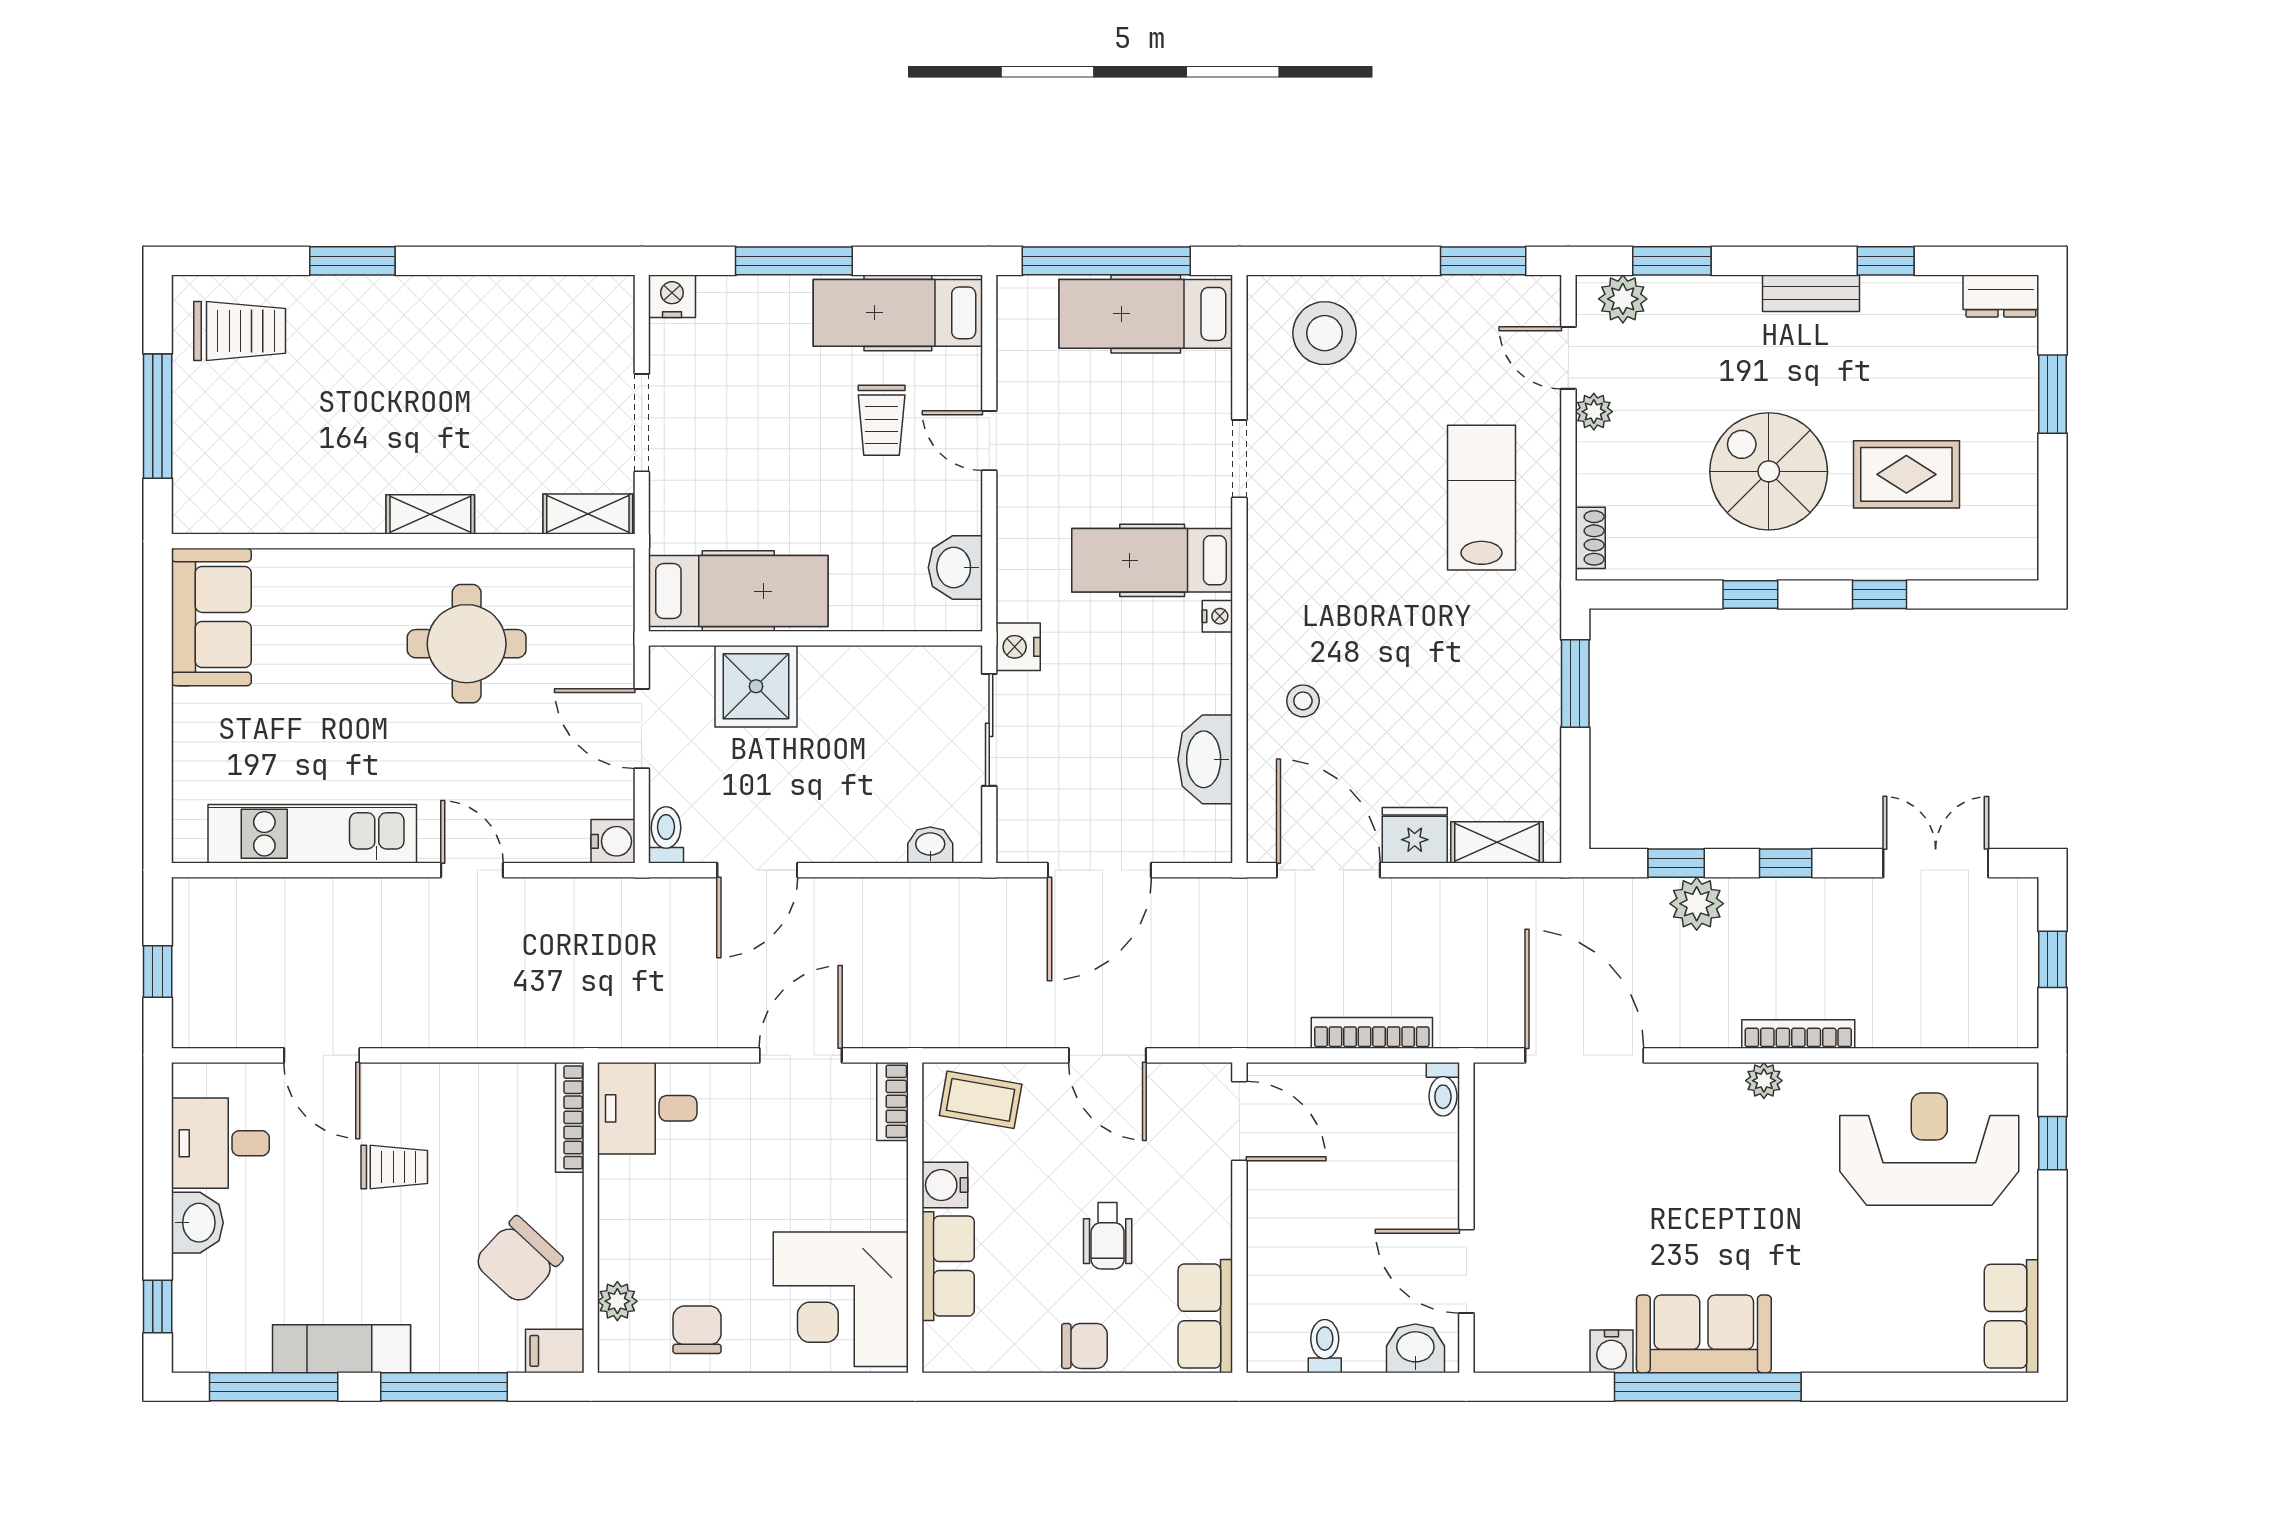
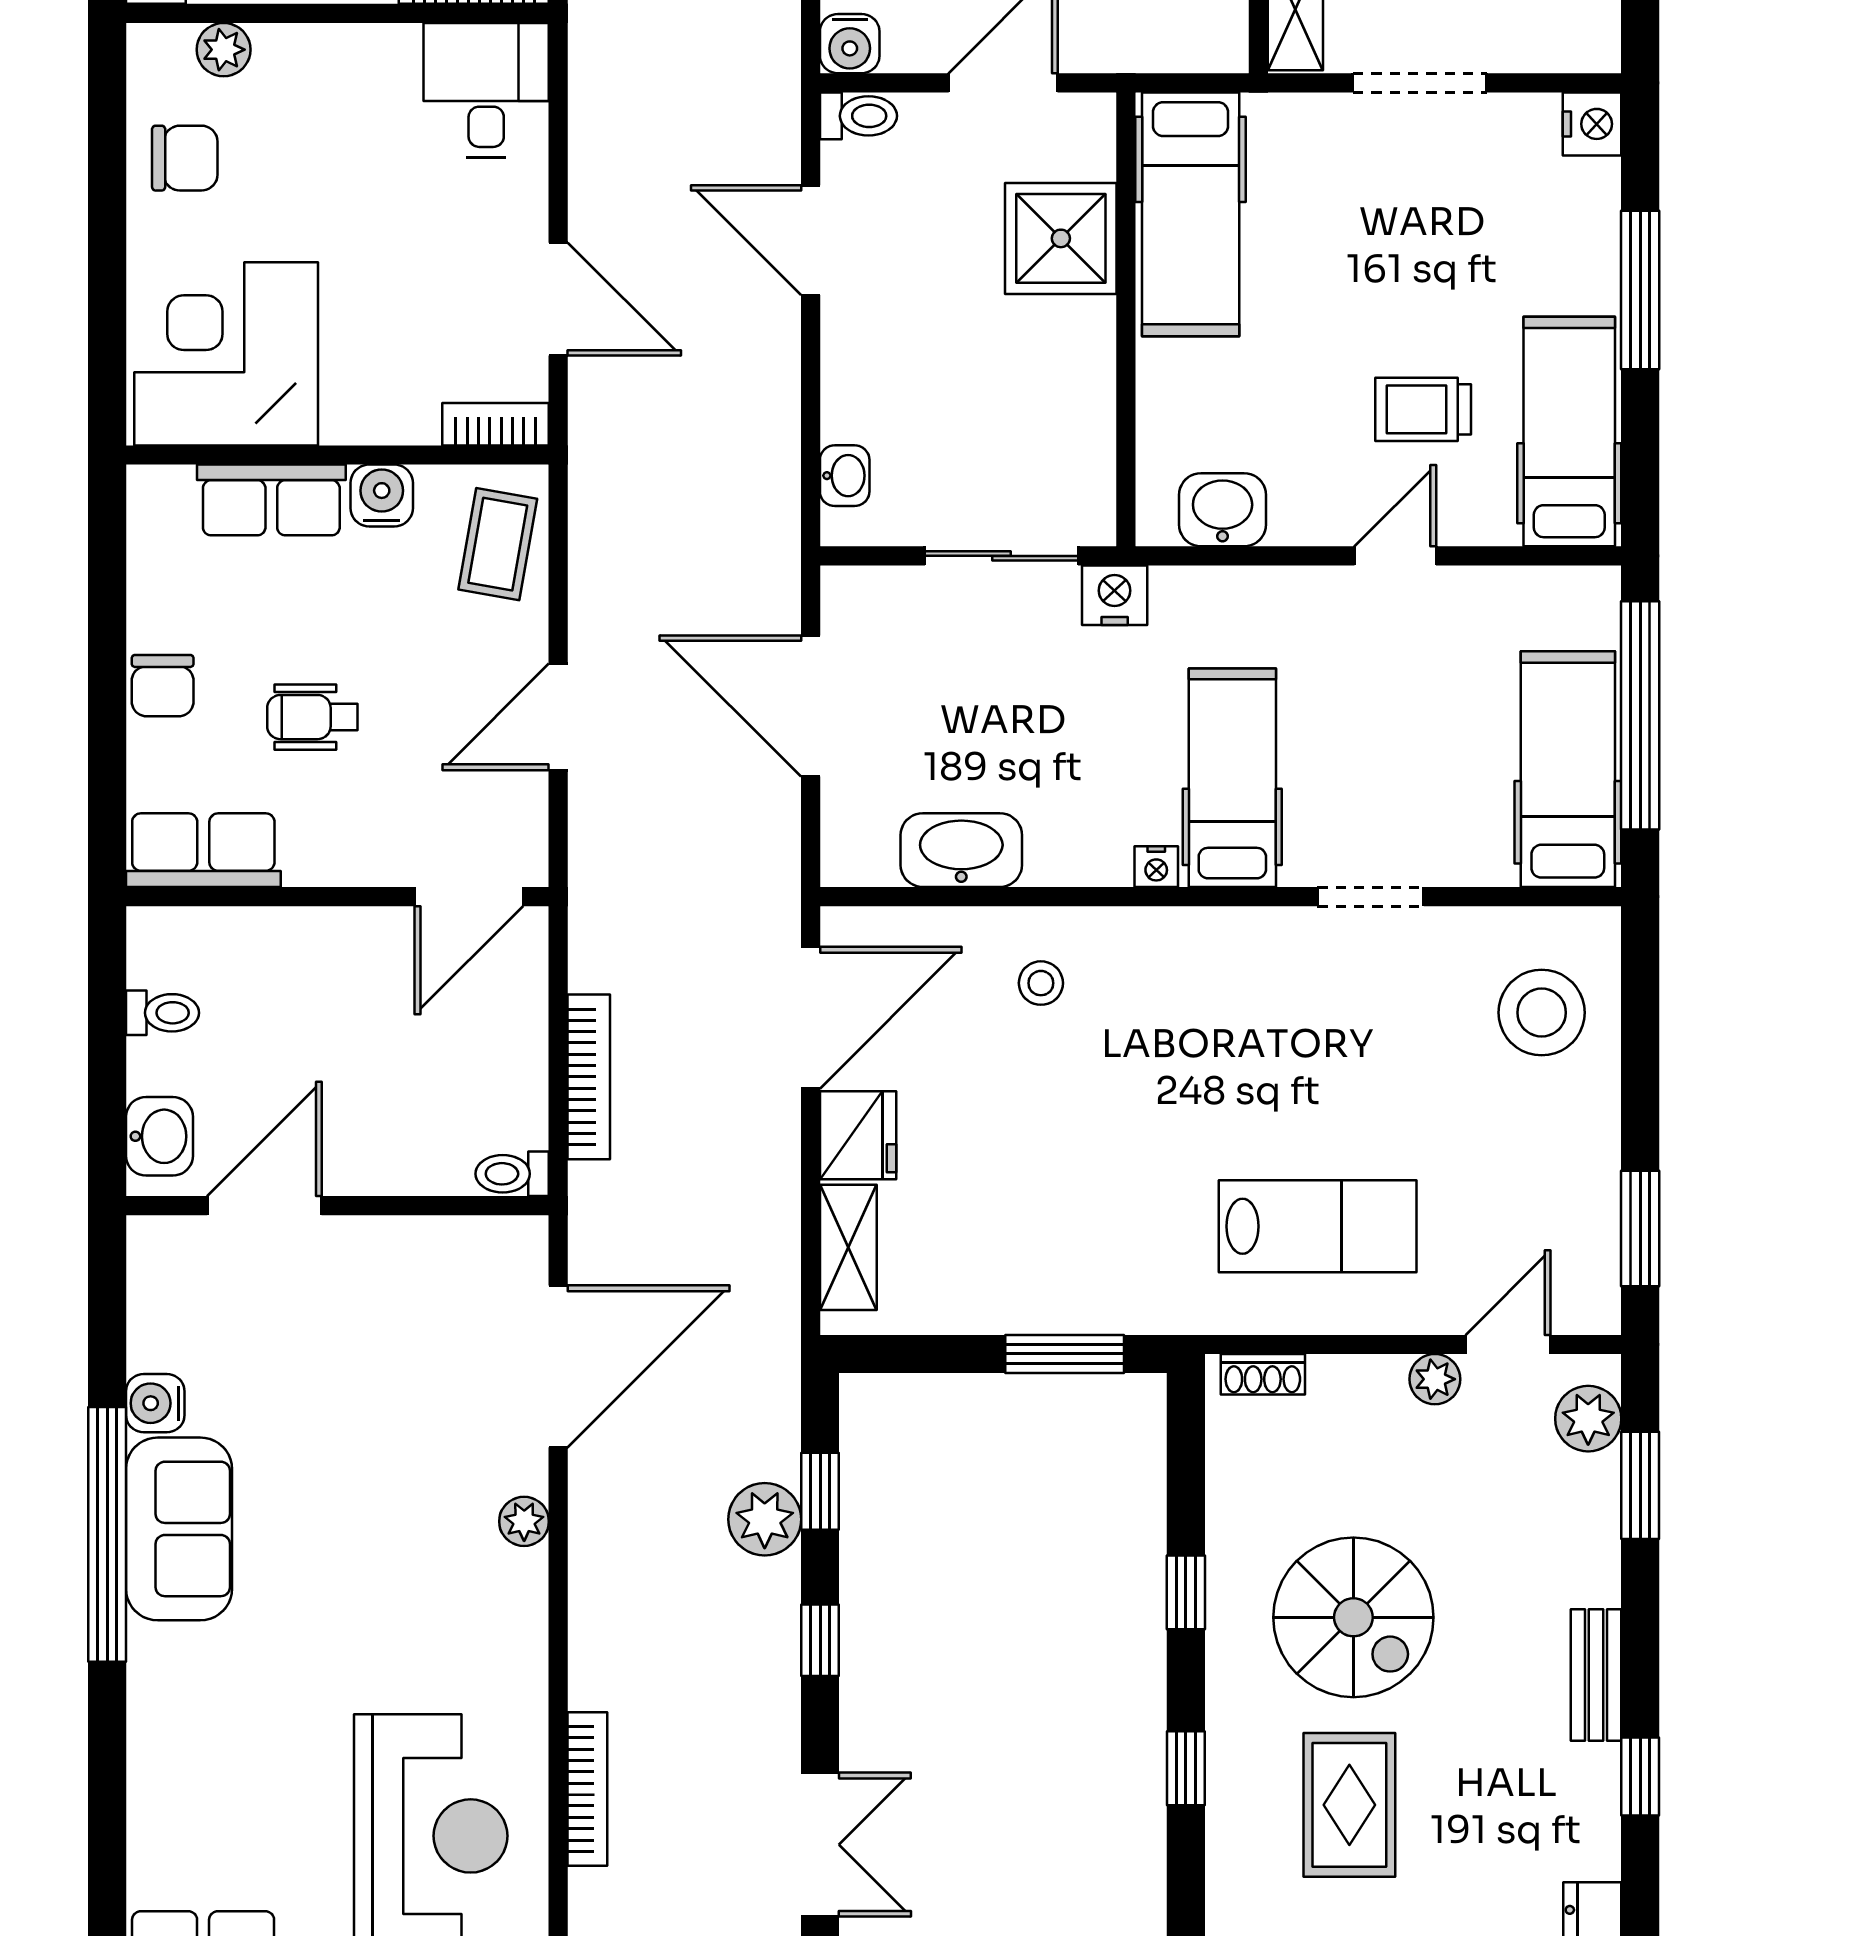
spiral stairs: (1769, 471) -> (1353, 1617), turned 90
bookcase: (1798, 1034) -> (587, 1789), moved
plant: (1764, 1081) -> (524, 1521), moved

